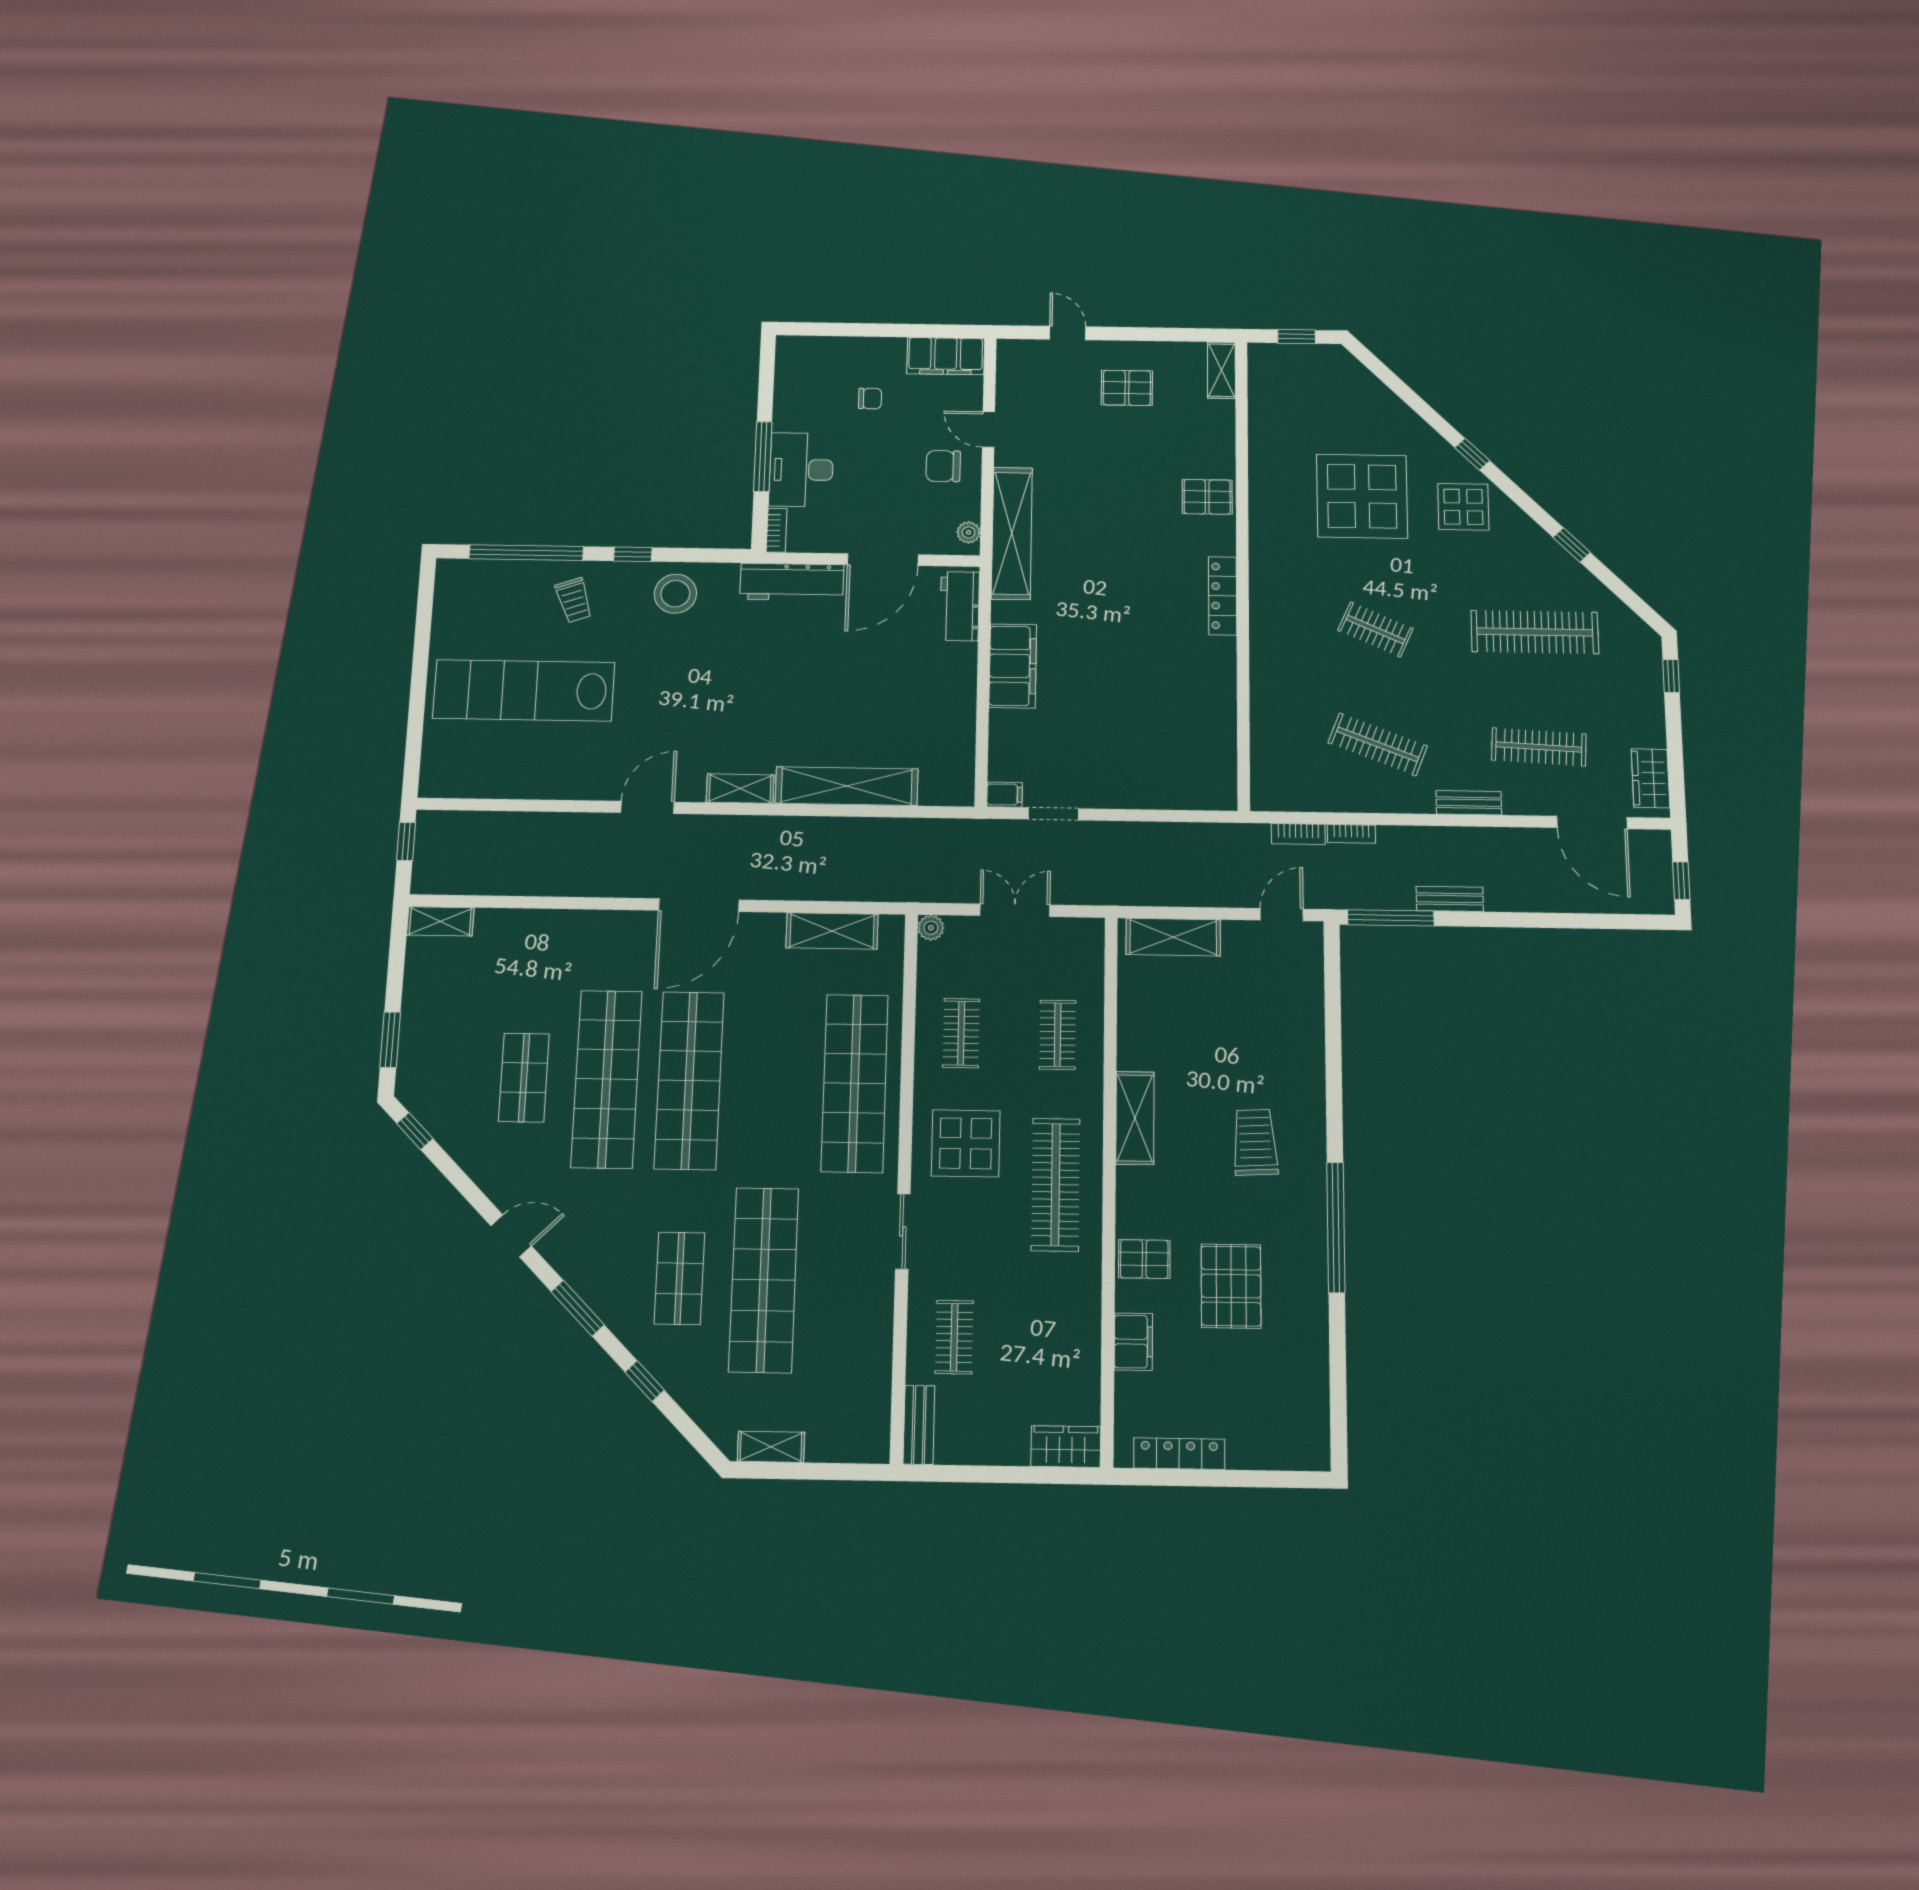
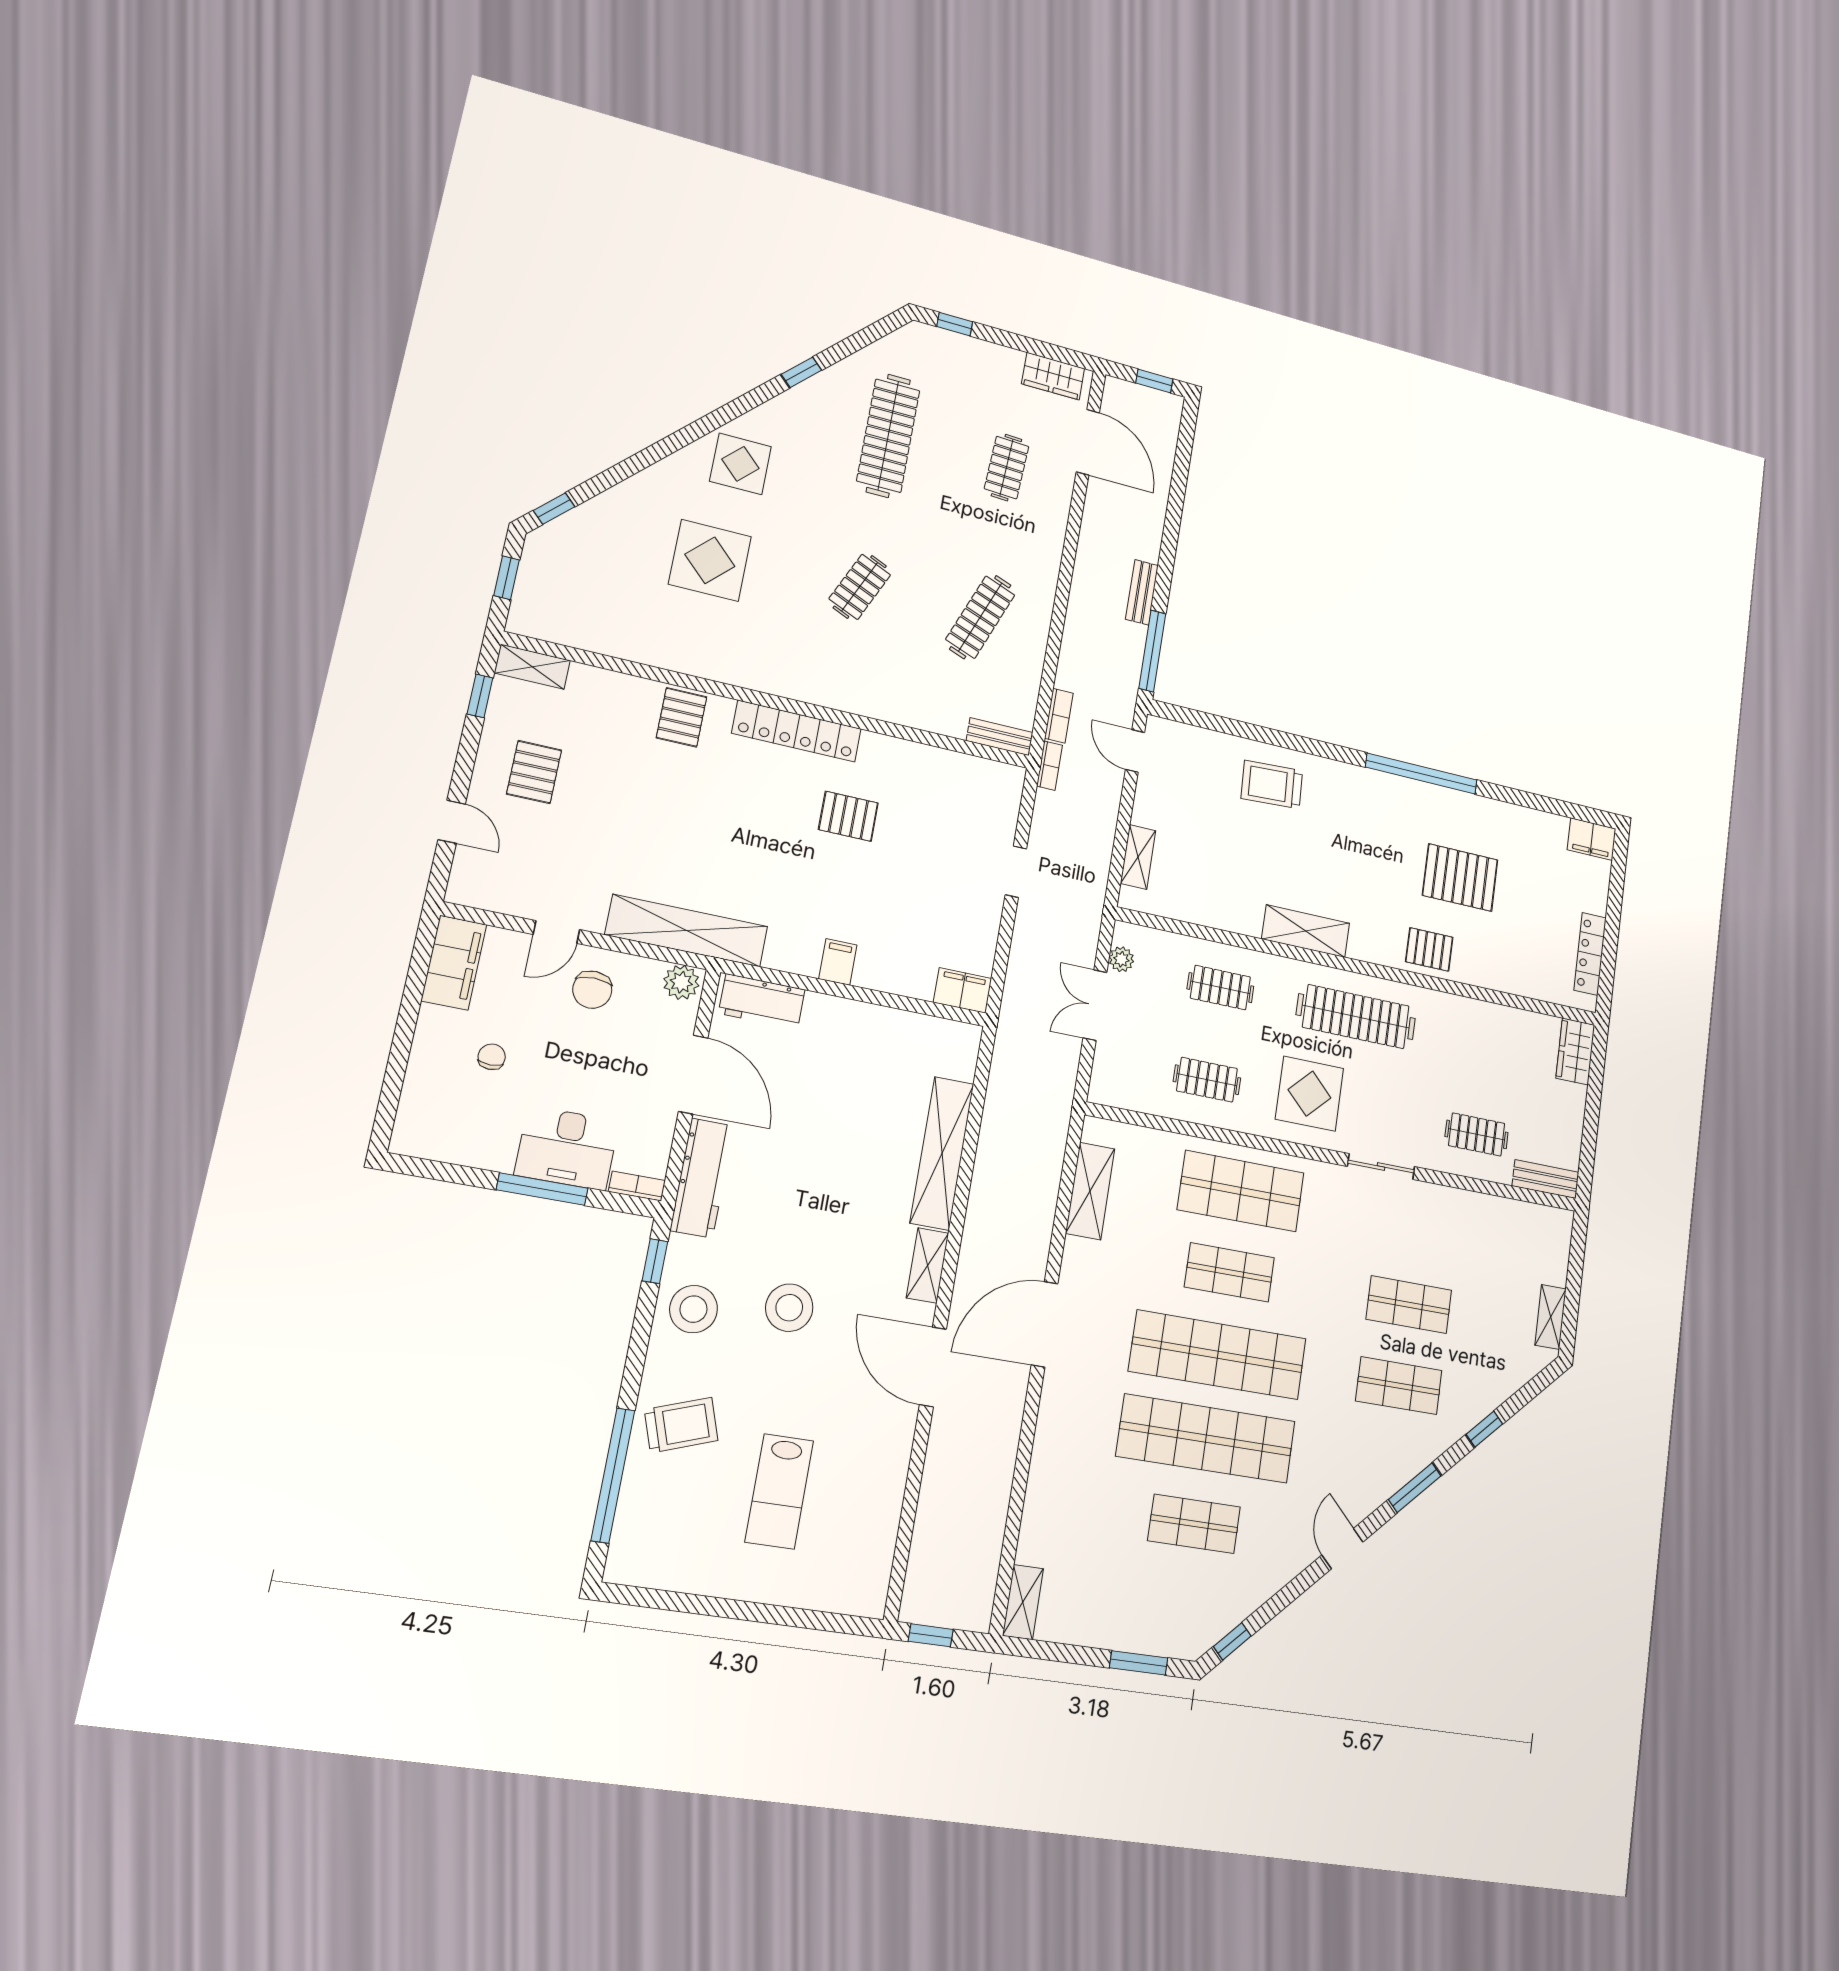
door: (1068, 333) -> (452, 822), swing flipped
window: (1184, 335) -> (480, 696), added
window: (1472, 454) -> (554, 509), moved
display table: (1362, 496) -> (710, 560), width x0.73, depth x0.73
plant: (969, 532) -> (681, 982), width x1.38, depth x1.38
window: (633, 554) -> (655, 1261), moved
locker: (1223, 596) -> (797, 731), width x1.41, depth x1.21
trolley: (574, 600) -> (681, 1425), width x1.36, depth x1.39
pallet: (1150, 654) -> (848, 816), added
filing cabinet: (1013, 666) -> (838, 962), width x0.33, depth x0.86
stool: (686, 673) -> (789, 1308), added
lab bench: (524, 690) -> (779, 1491), width x0.54, depth x0.72
clothes rail: (1539, 747) -> (1007, 468), width x0.73
filing cabinet: (1005, 795) -> (963, 990), width x2.00
bench: (1469, 803) -> (1000, 737), moved, turned 90
door: (647, 807) -> (933, 1367), width x1.36
doorway: (1053, 814) -> (1016, 872), moved
door: (1592, 823) -> (1088, 442), hinge flipped
bookcase: (1351, 834) -> (1049, 766), moved
door: (699, 905) -> (1045, 1324), swing flipped
plant: (931, 928) -> (1121, 959), moved
shelving: (1173, 937) -> (1138, 857), width x0.67, depth x0.75
shop shelf: (772, 1082) -> (1229, 1272), added
shop shelf: (855, 1083) -> (1241, 1191), width x0.71
trolley: (1255, 1142) -> (1272, 785), moved
pallet: (1144, 1259) -> (1429, 949), turned 90
shop shelf: (764, 1280) -> (1409, 1305), width x0.50, depth x0.74
filing cabinet: (1133, 1342) -> (1592, 839), moved, turned 180

